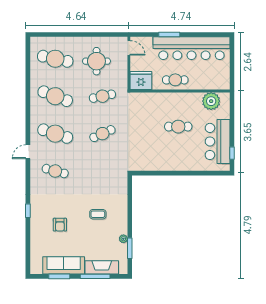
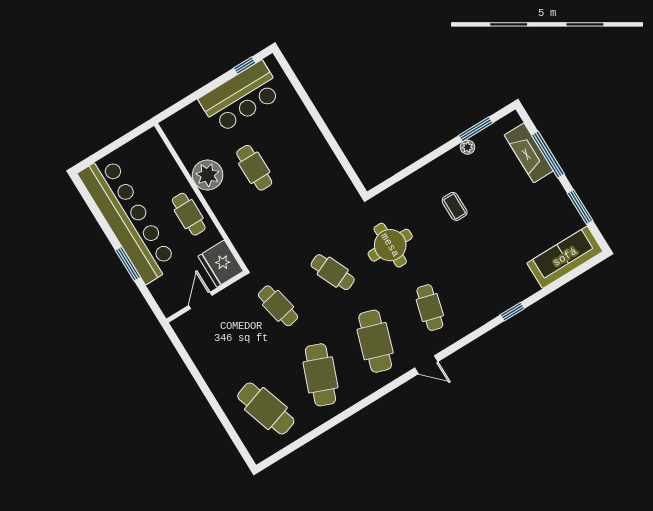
door: (129, 48) -> (200, 300), moved
cafe table: (55, 59) -> (266, 408), turned -30
round table: (96, 61) -> (390, 245), moved
plant: (211, 101) -> (208, 175), moved
armchair: (60, 225) -> (504, 253), removed
sofa: (64, 265) -> (565, 257), moved, turned 90

